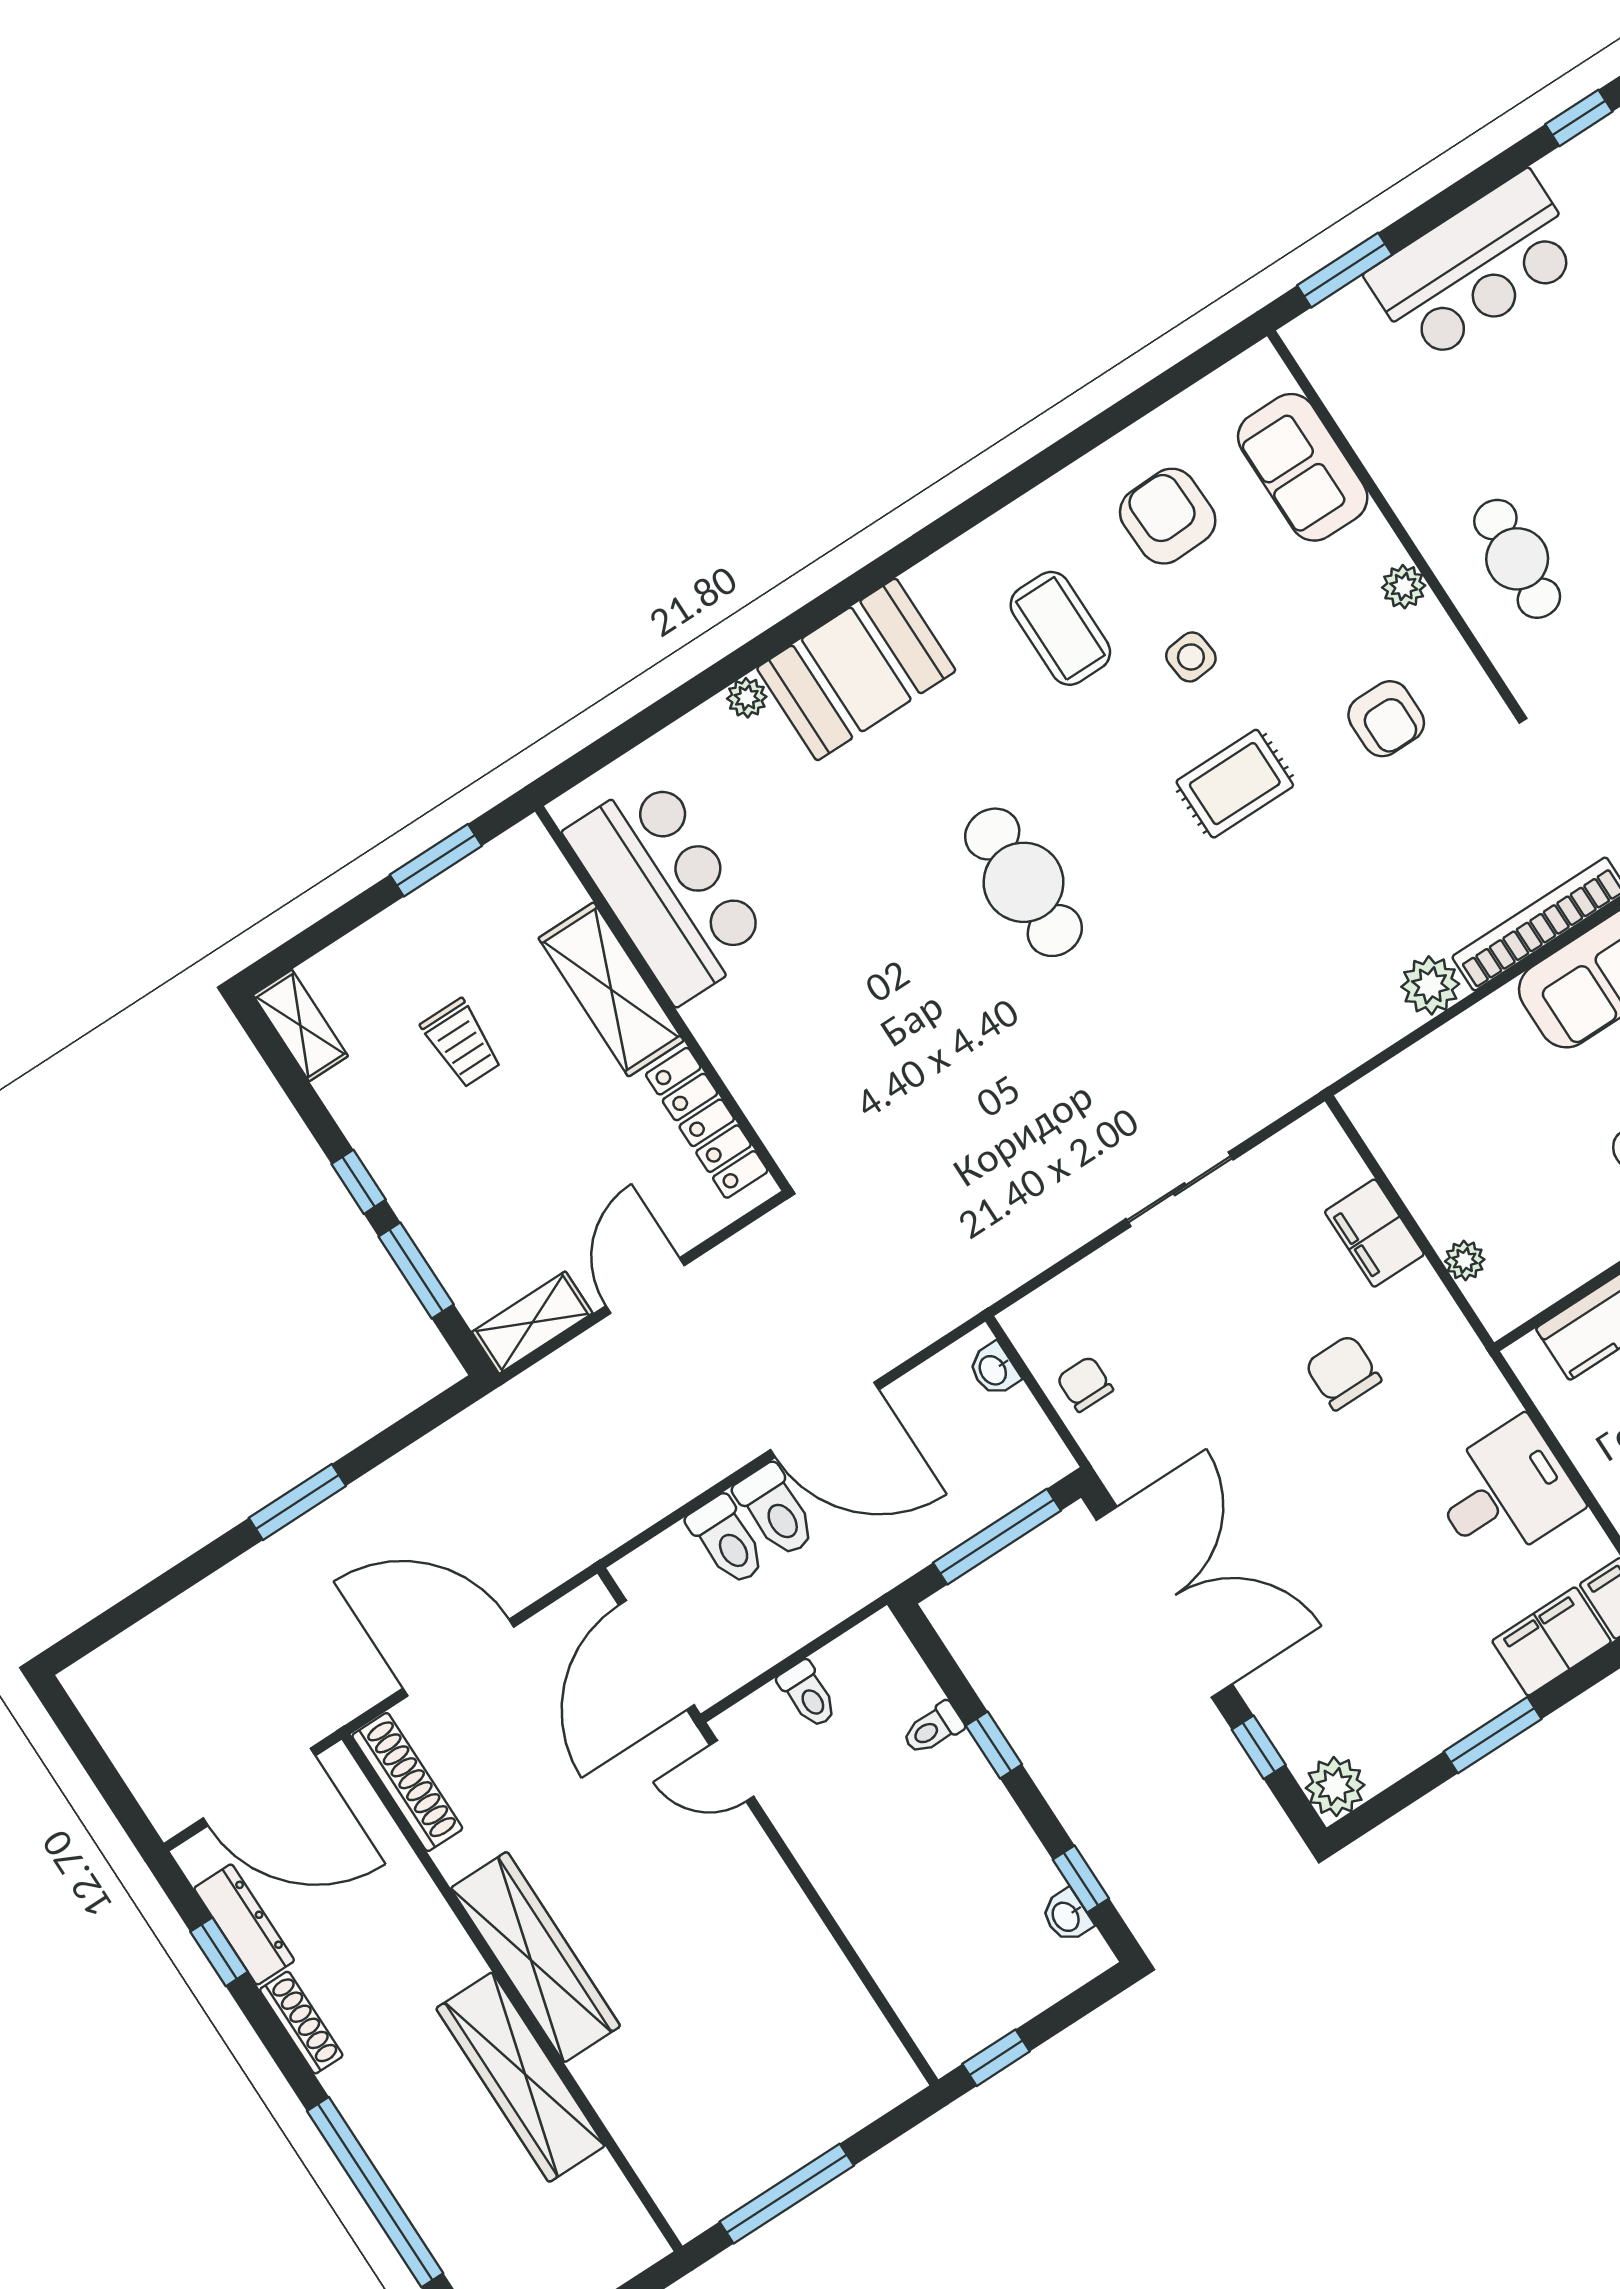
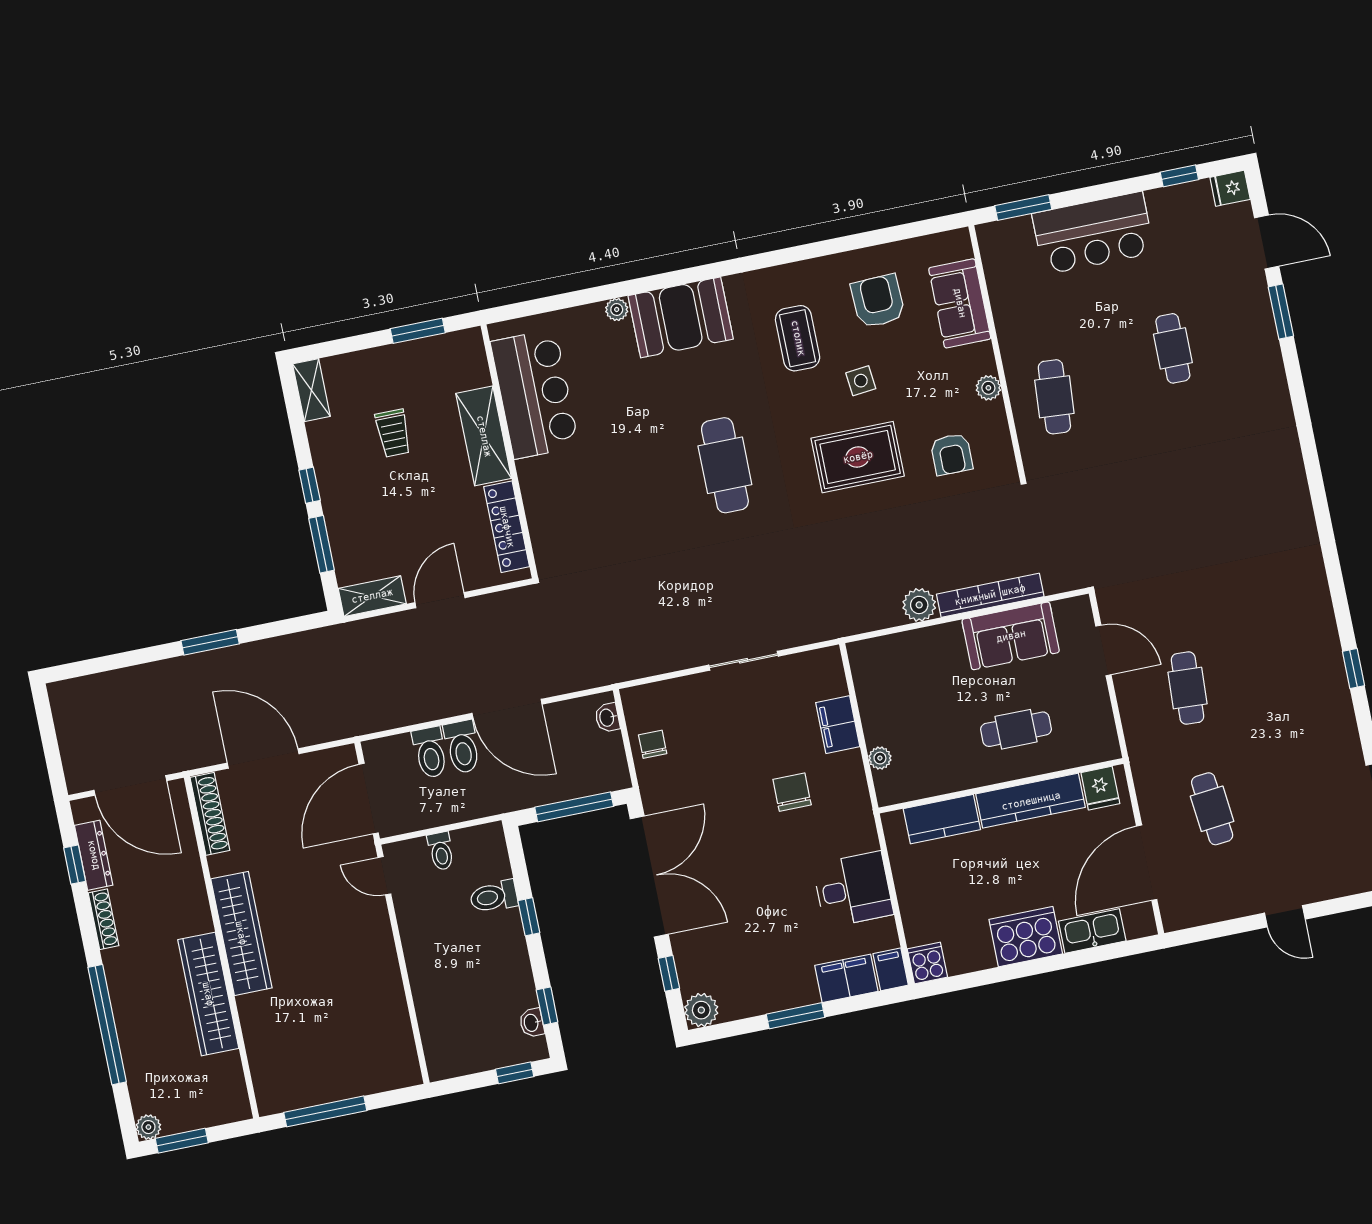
rug: (1235, 784) -> (858, 457), width x1.36, depth x1.43
toilet: (933, 1729) -> (494, 897), width x1.37, depth x1.39
window: (996, 2058) -> (515, 1073), moved

